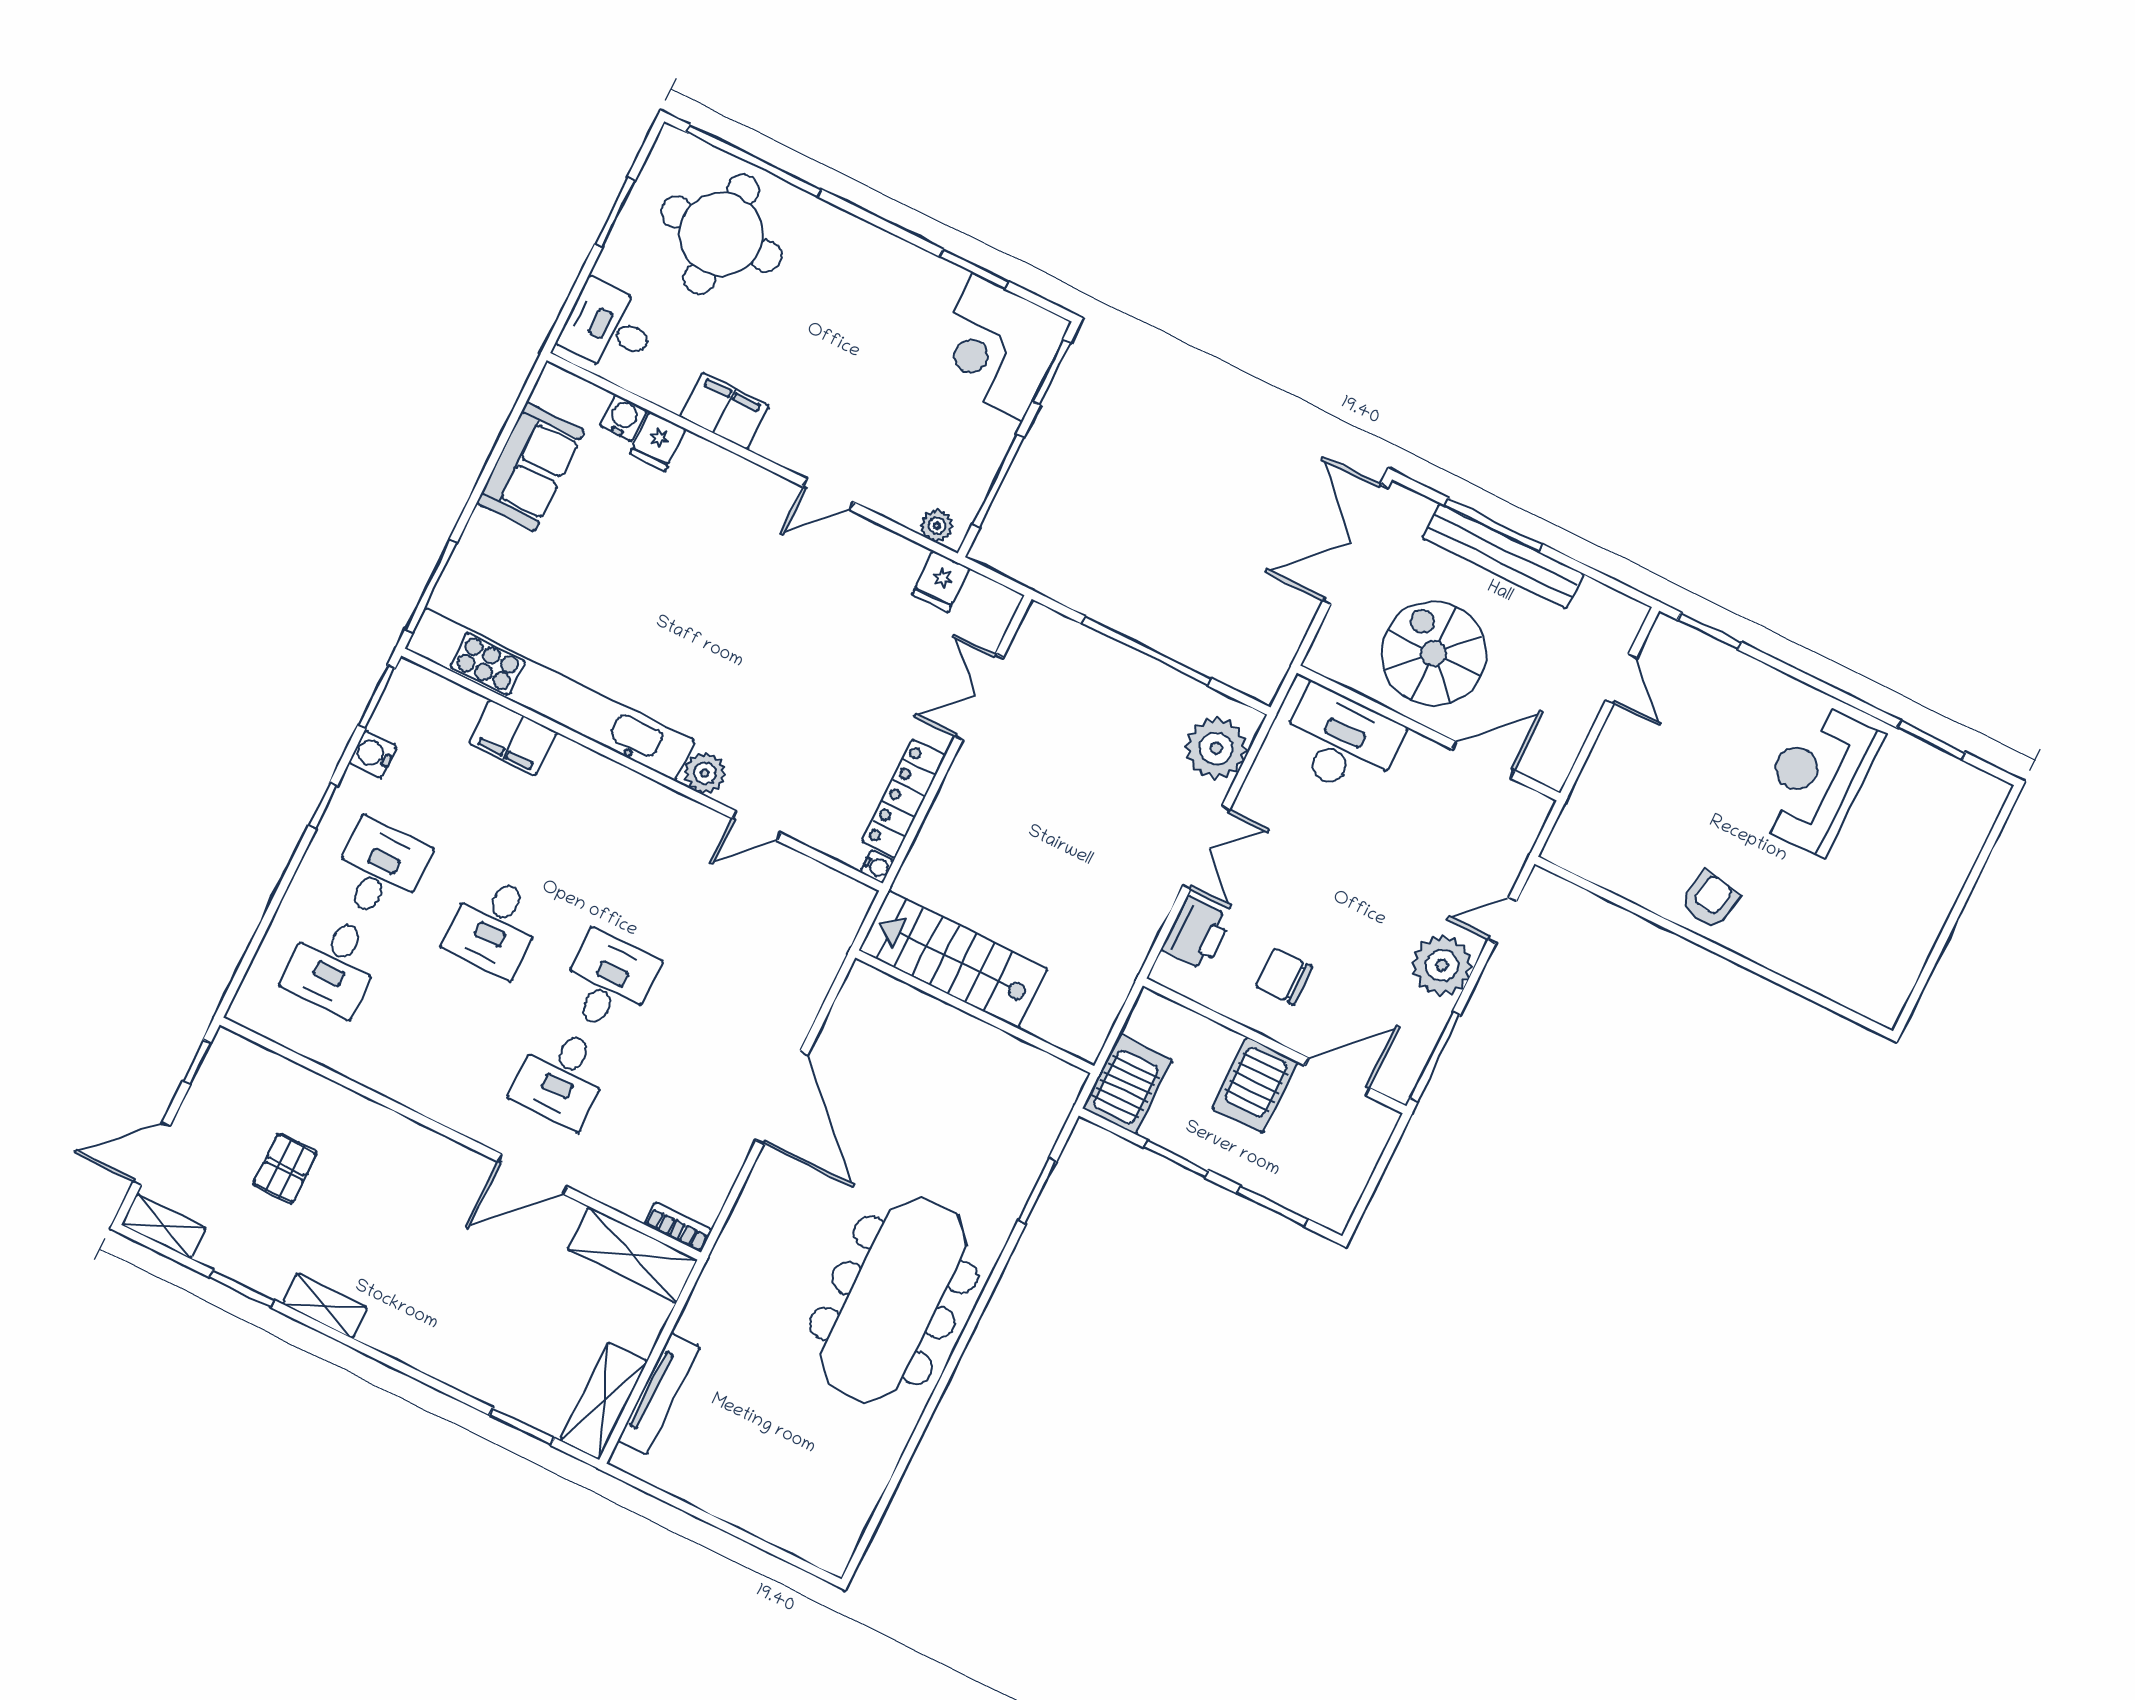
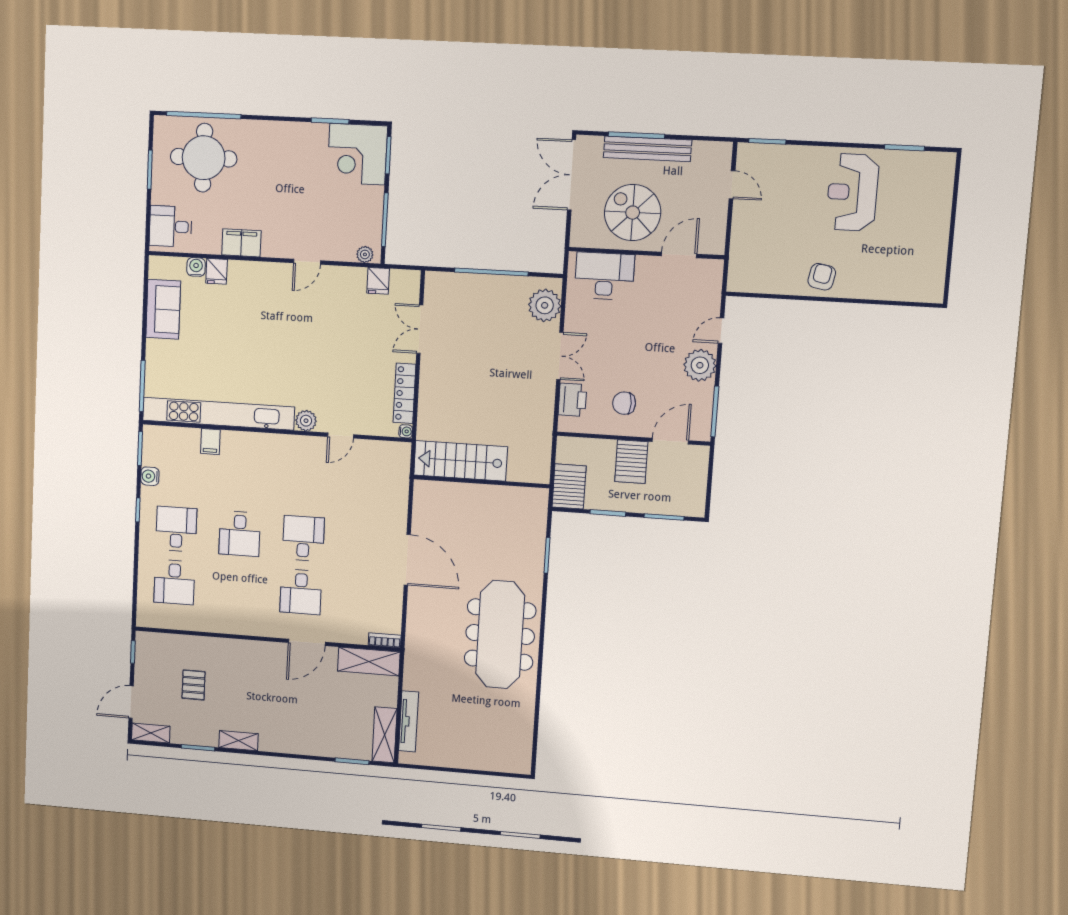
filing cabinet: (513, 738) -> (210, 442), width x0.50

